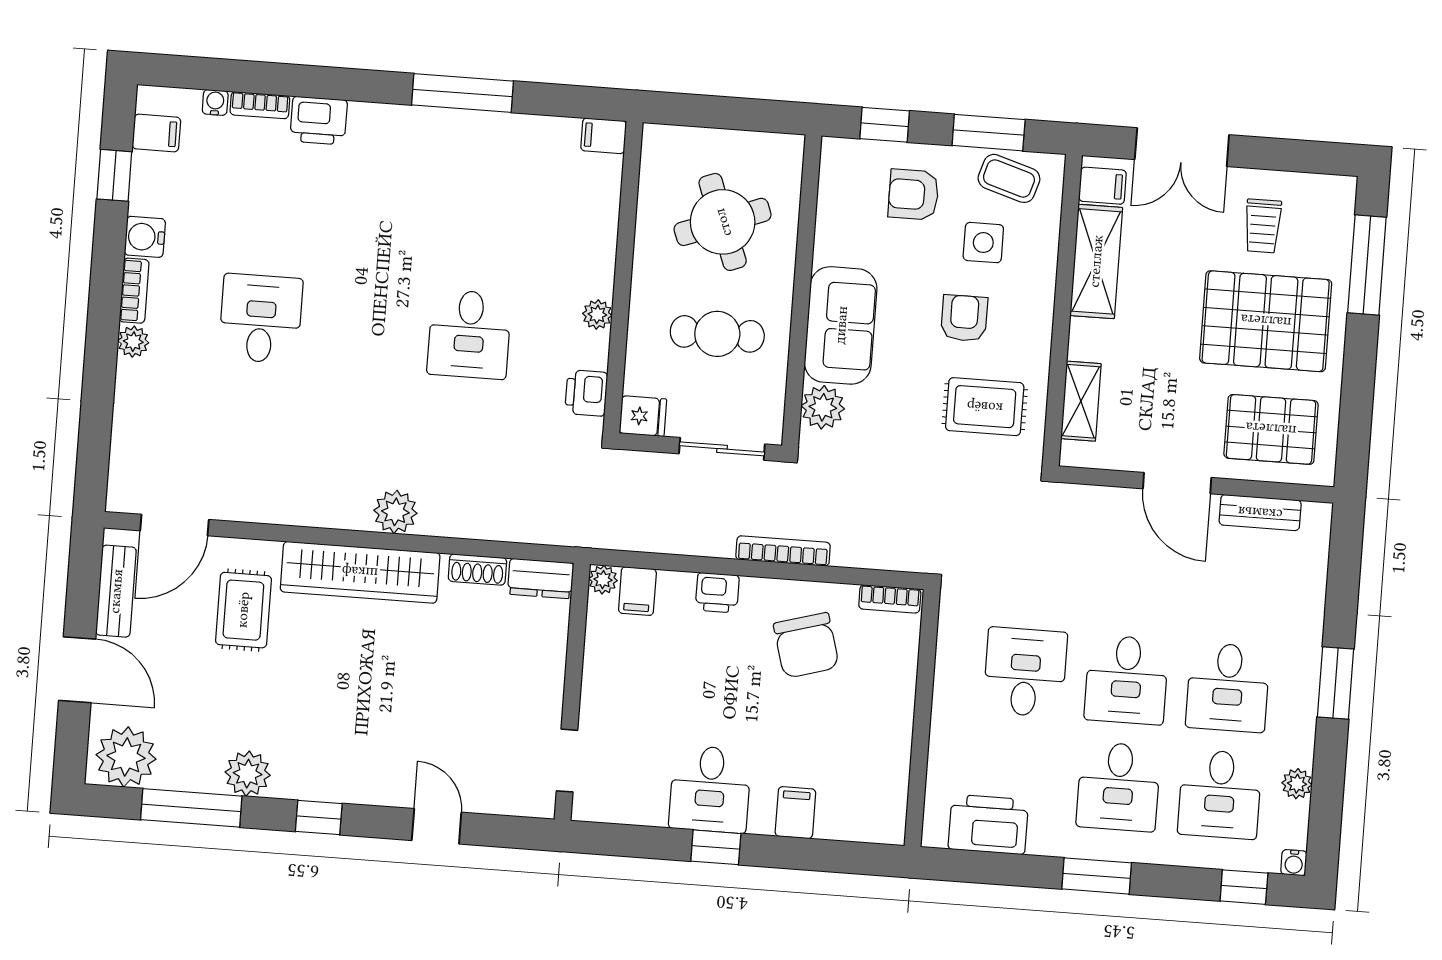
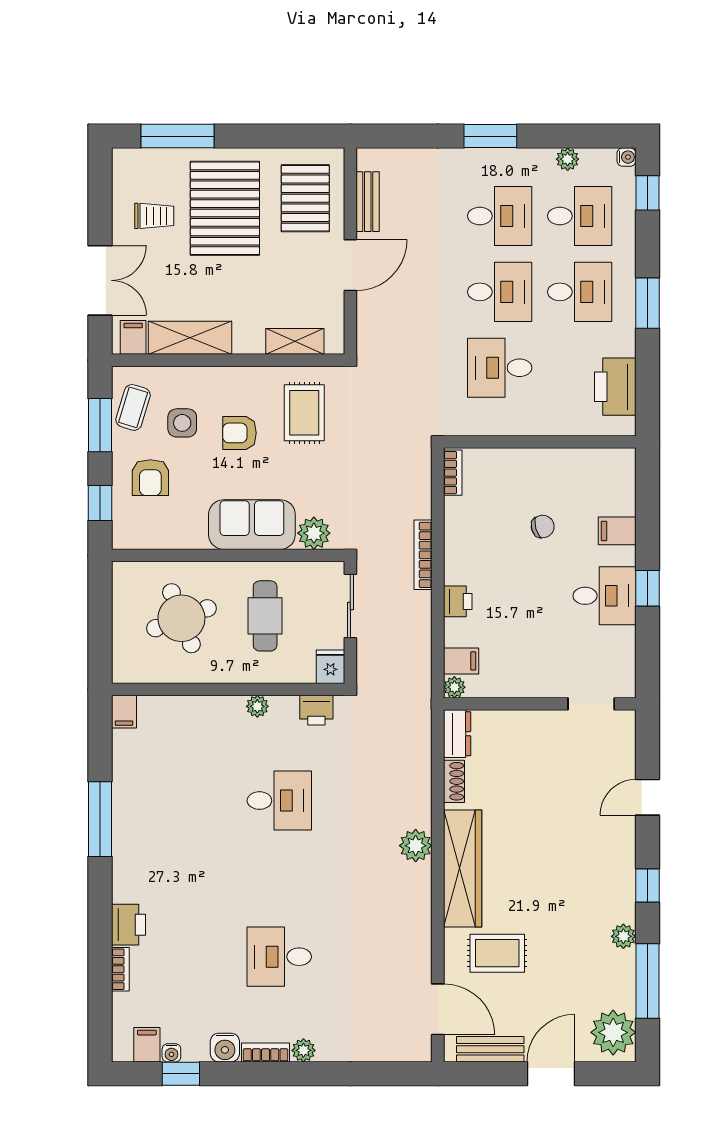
water cooler: (215, 102) -> (171, 1053), moved, turned -90
chair: (806, 645) -> (543, 526), moved, width x0.54, depth x0.54
plant: (248, 774) -> (623, 936), width x0.73, depth x0.73

